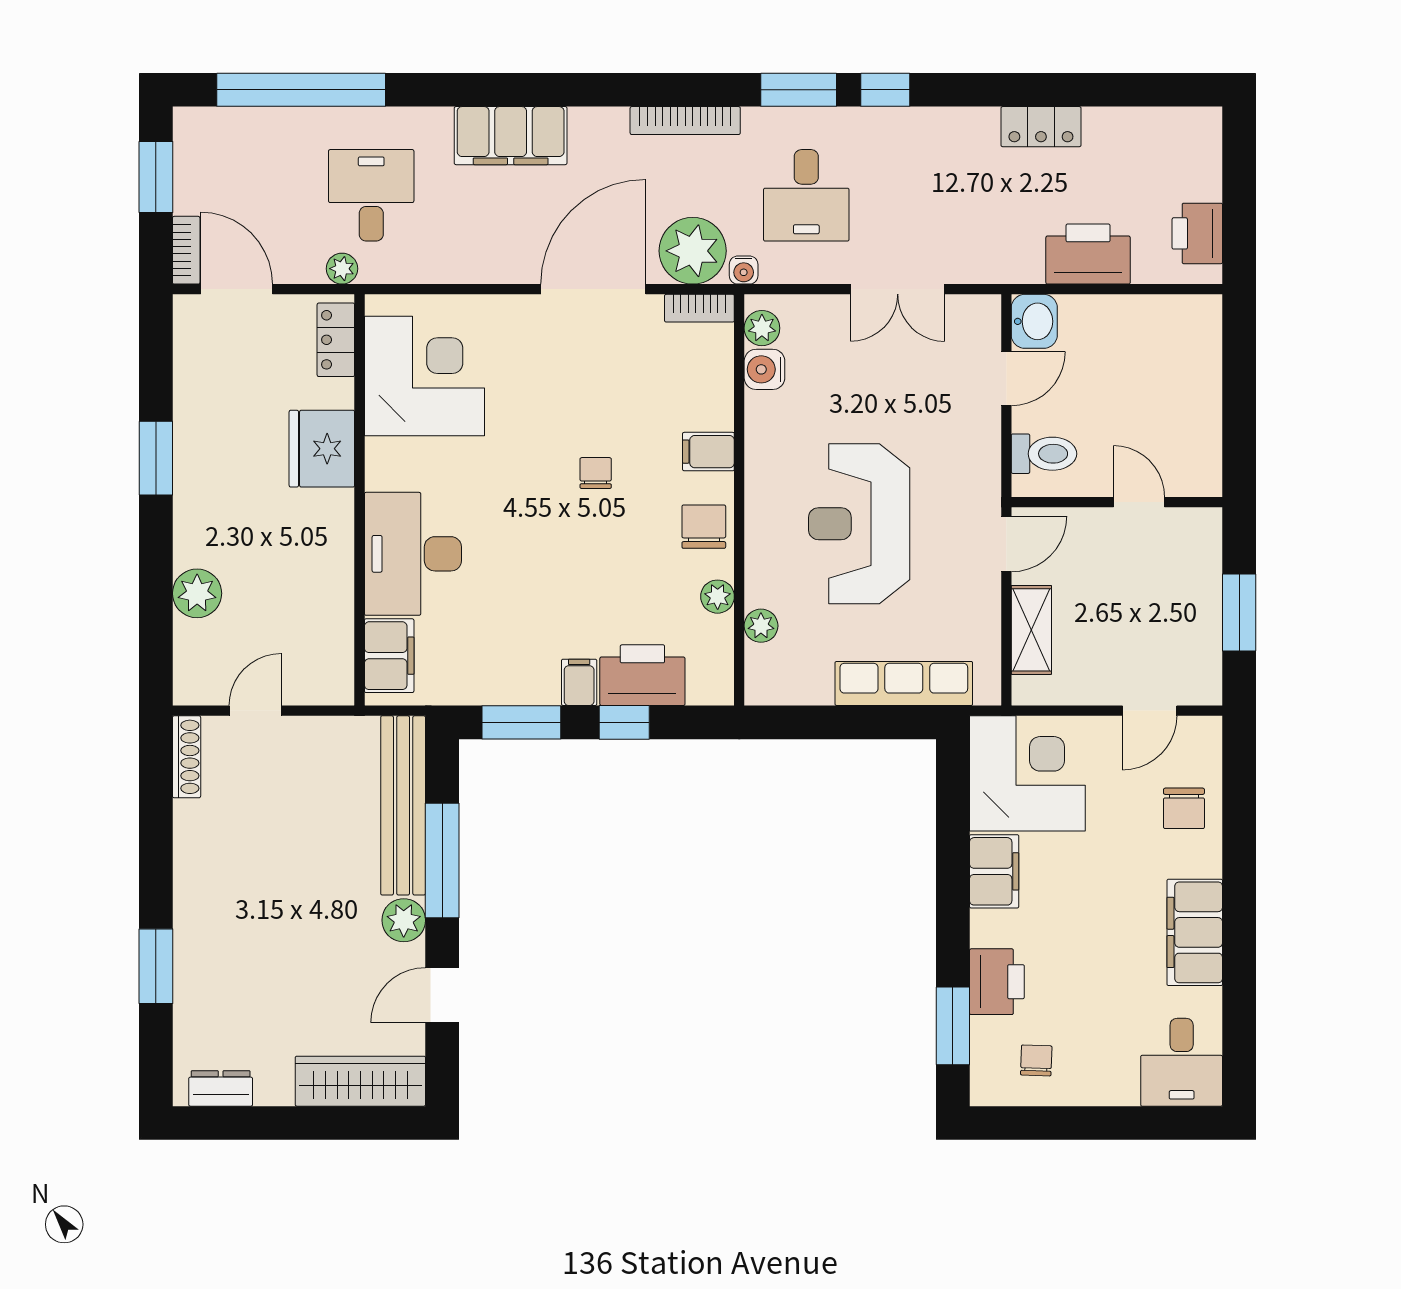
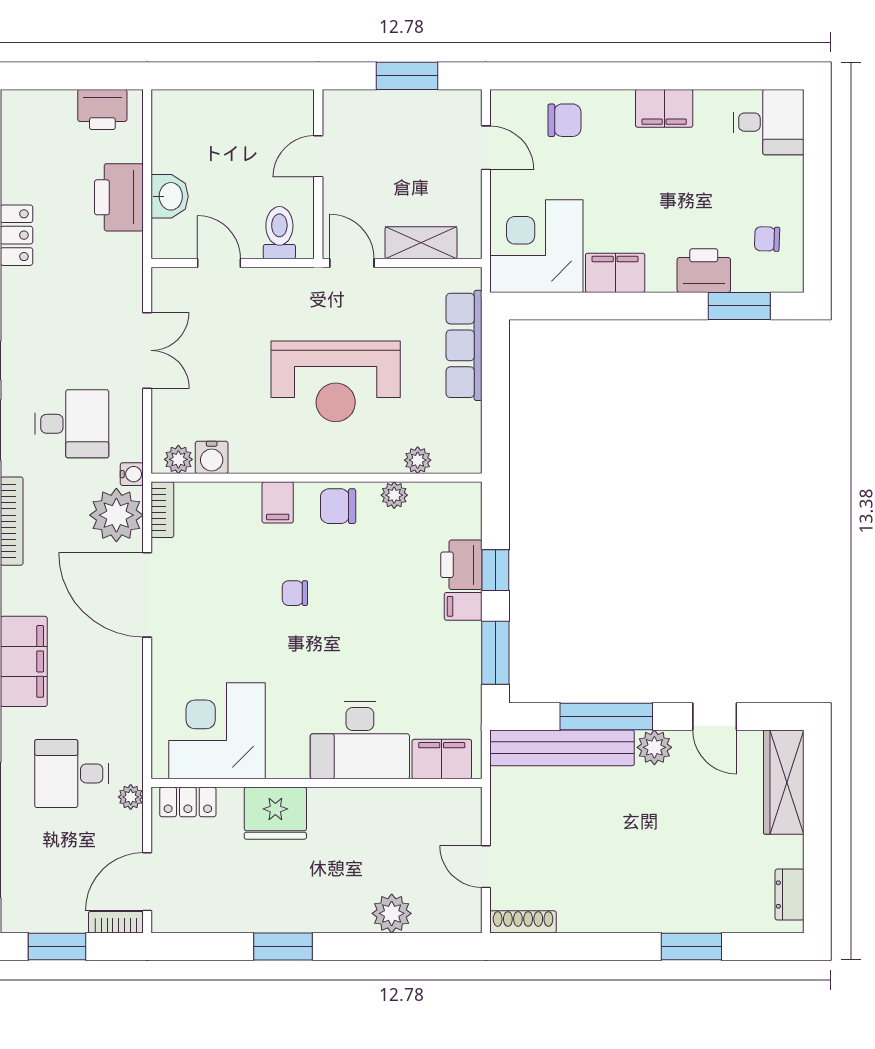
washbasin: (1034, 321) -> (170, 196), moved, turned 90
printer: (642, 675) -> (461, 565), width x0.73, depth x0.84
filing cabinet: (1195, 932) -> (664, 108), width x0.67, depth x0.86

